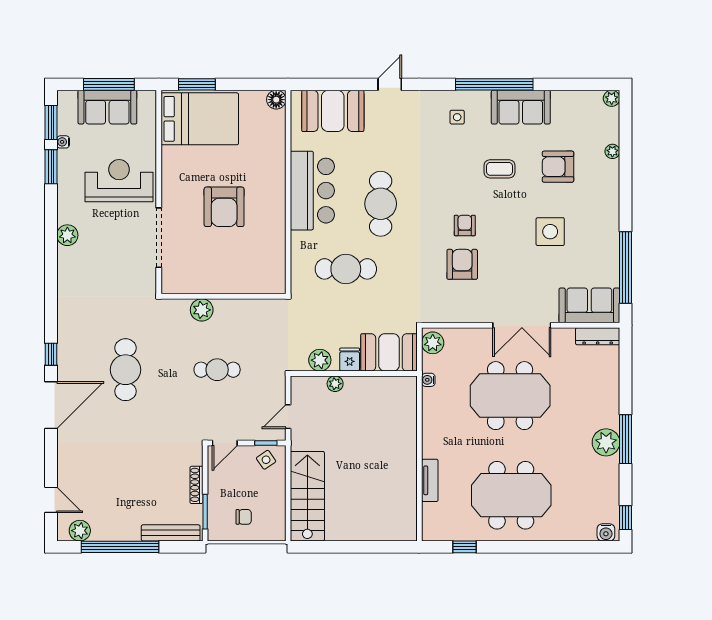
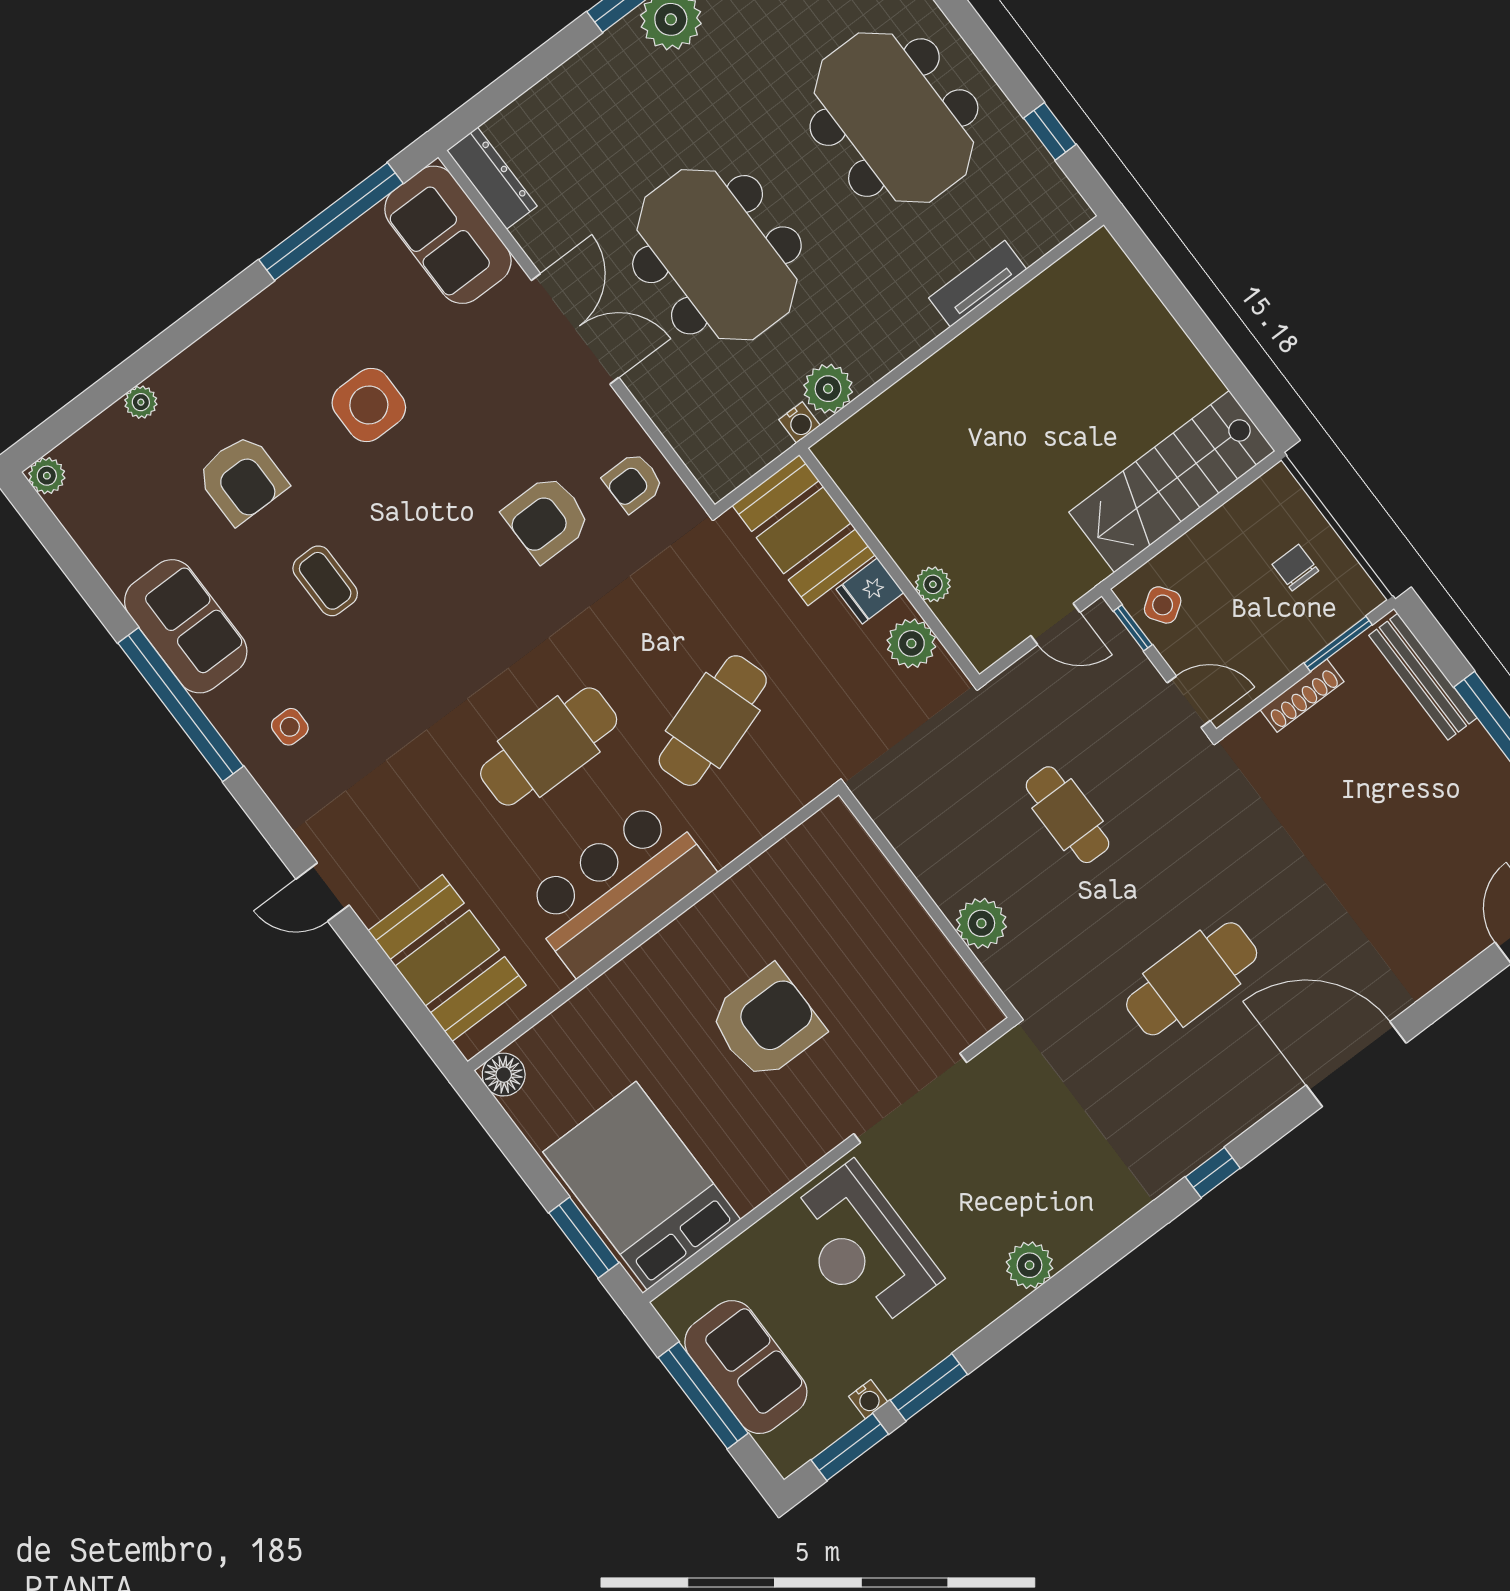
armchair: (465, 226) -> (633, 482), moved
cafe table: (346, 269) -> (713, 721), turned 72
plant: (433, 343) -> (828, 389), moved
window: (51, 354) -> (1213, 1173), moved

